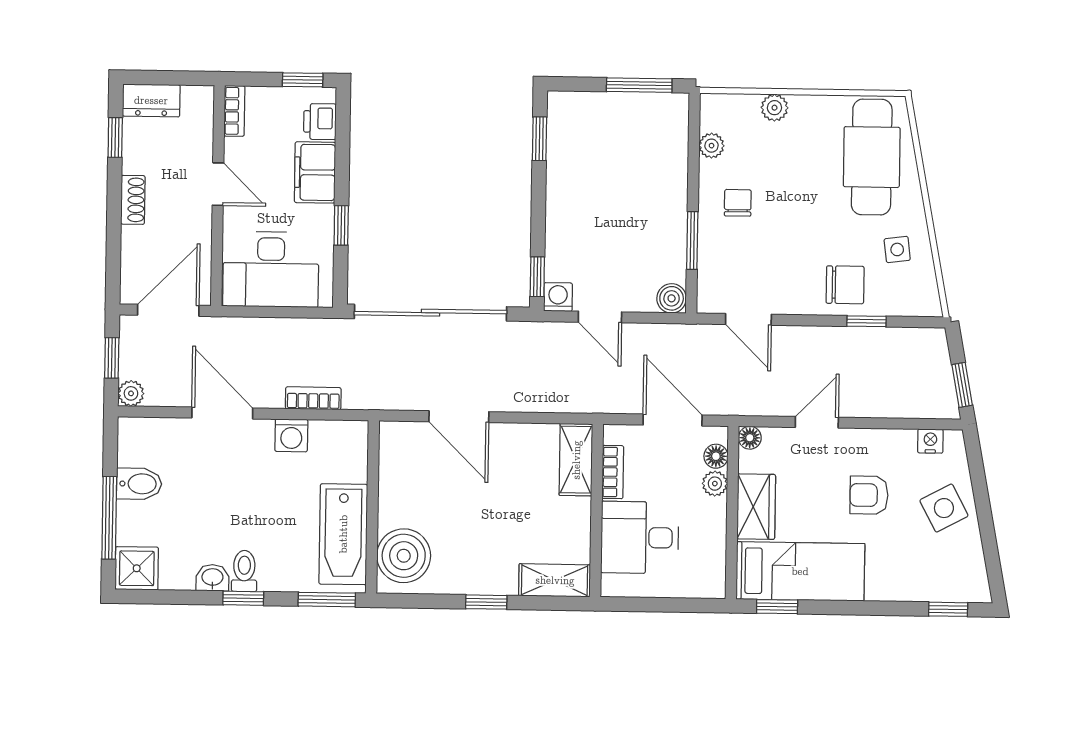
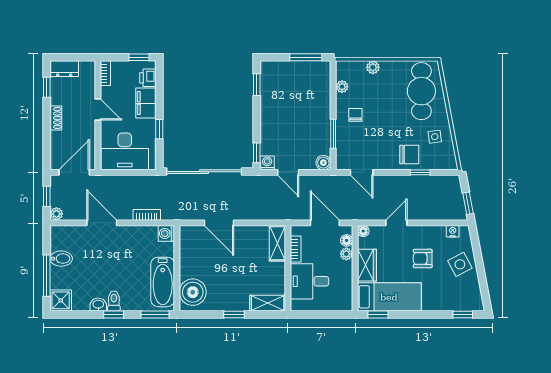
washing machine: (291, 435) -> (166, 233), moved, turned 90

